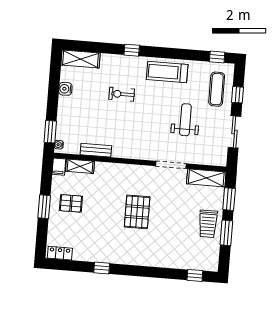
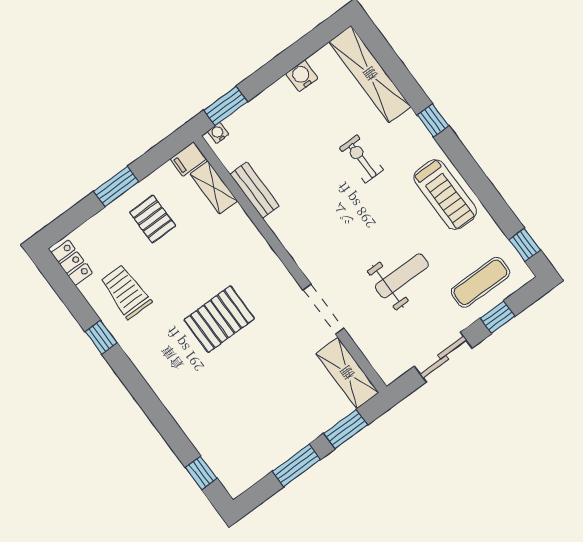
shelving: (81, 59) -> (370, 74), width x1.47
treadmill: (167, 72) -> (445, 195), turned 180
trolley: (208, 224) -> (126, 292), moved, turned 90

